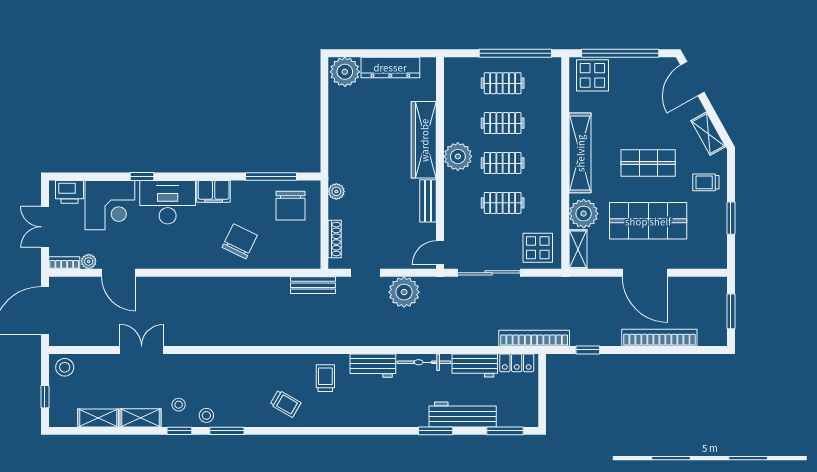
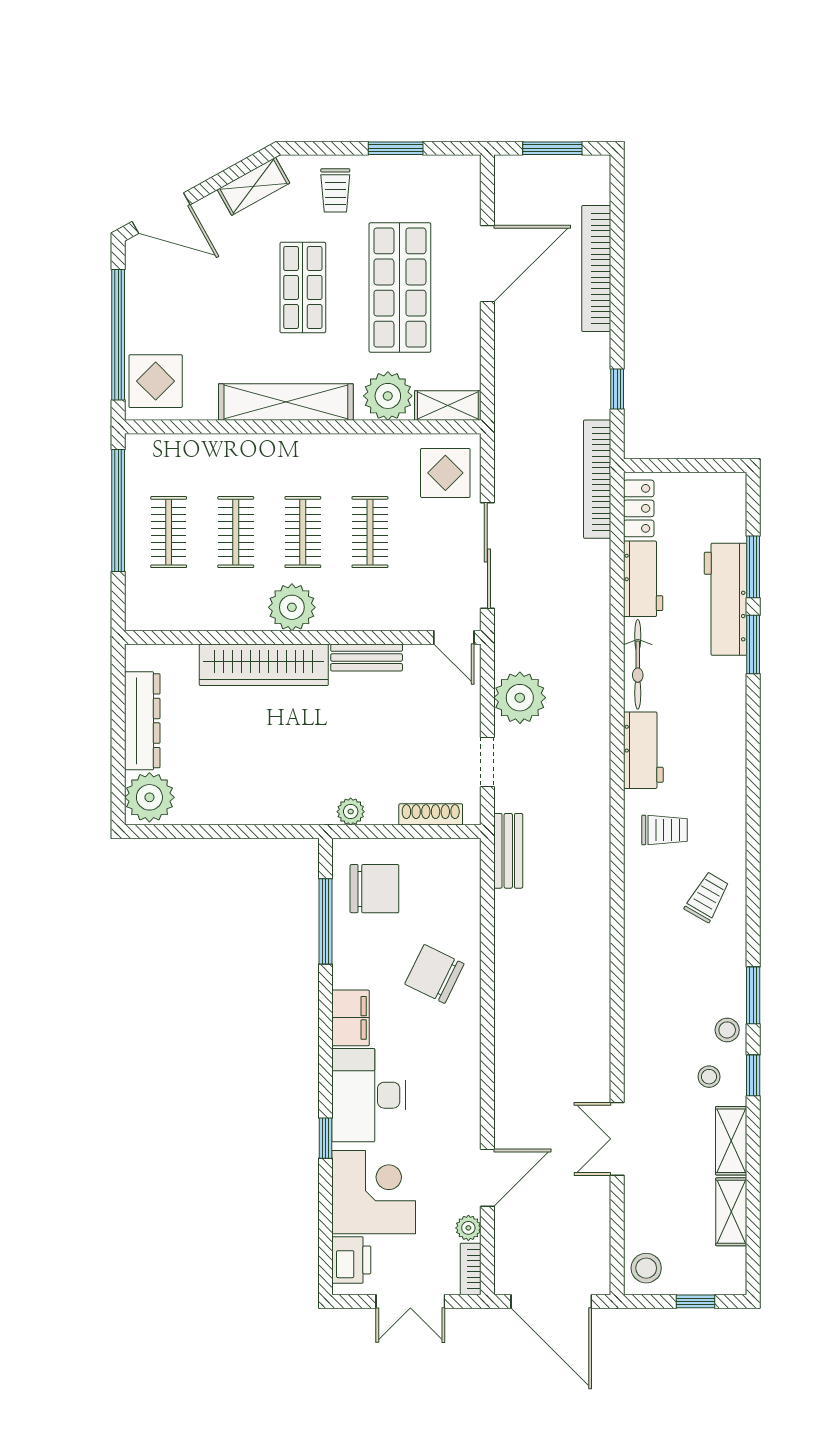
door: (645, 273) -> (487, 264), moved
trolley: (325, 378) -> (665, 830), turned 180
window: (505, 431) -> (753, 567), moved

